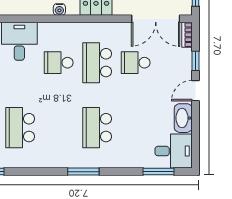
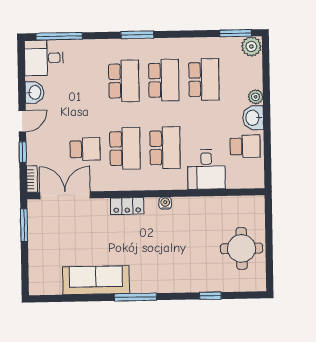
school desk: (59, 63) -> (165, 148), width x1.85
washbasin: (183, 118) -> (34, 92), width x0.72
school desk: (59, 128) -> (164, 80), added
window: (159, 172) -> (59, 36), width x1.44

